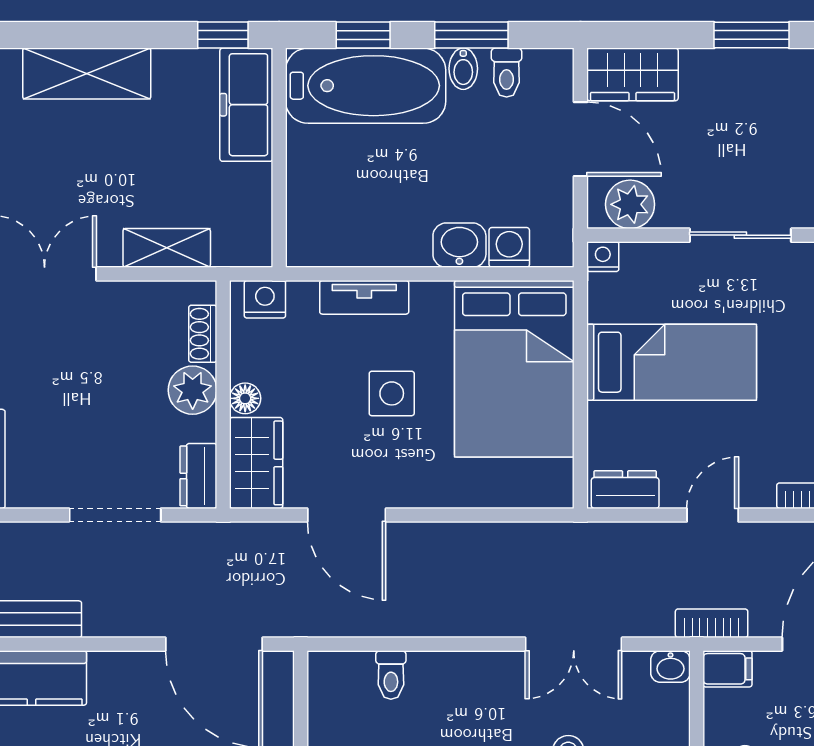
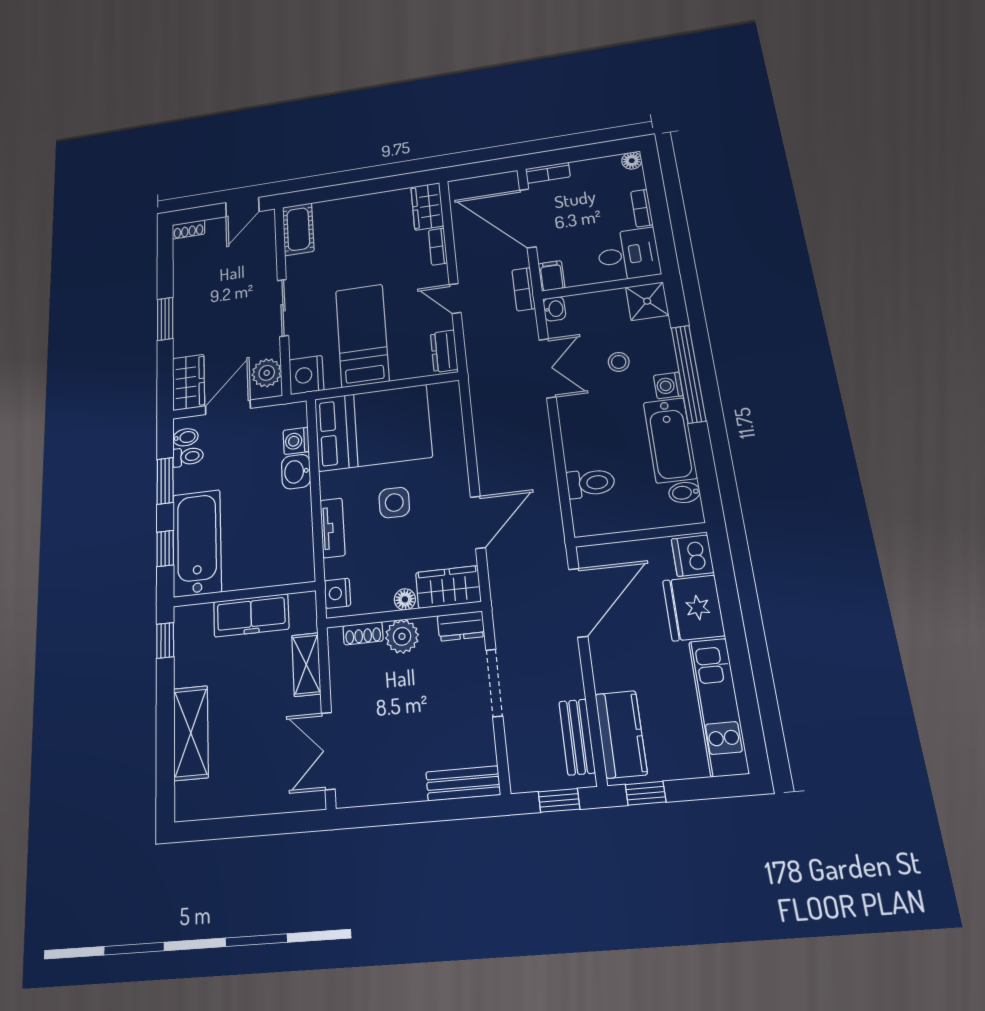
bidet: (463, 69) -> (186, 437), moved
freezer: (246, 105) -> (251, 615), moved
nightstand: (603, 257) -> (306, 375), width x1.89, depth x1.79
toilet: (391, 675) -> (591, 483), width x1.37, depth x1.39

